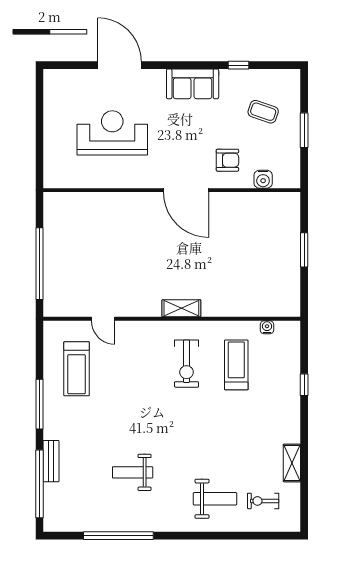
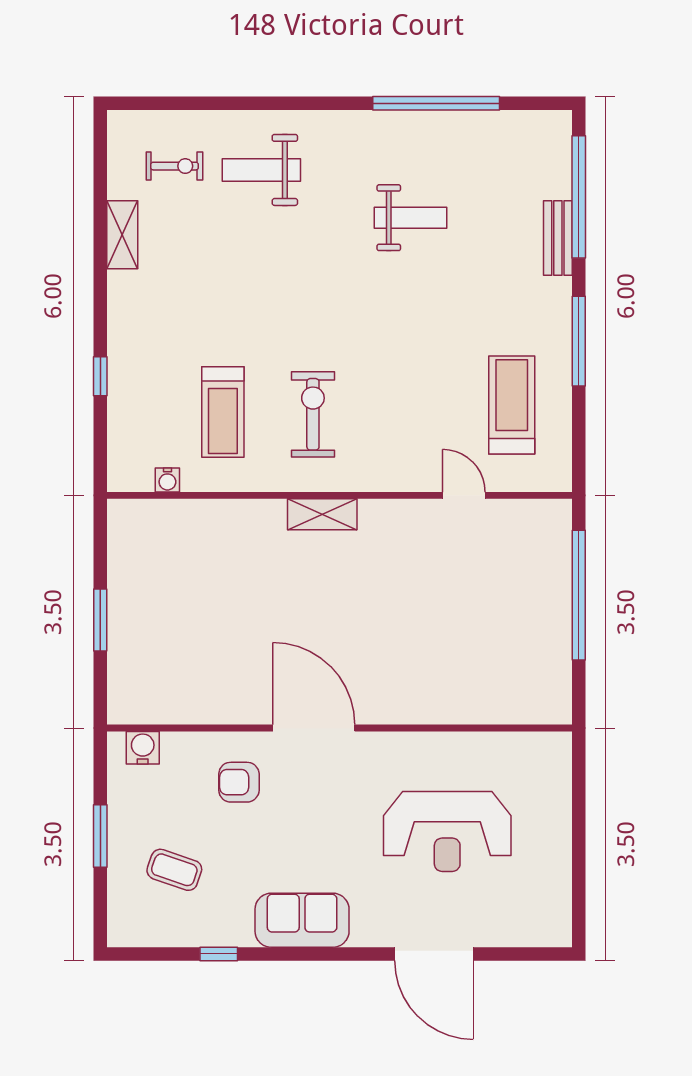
water cooler: (263, 179) -> (143, 748), moved

